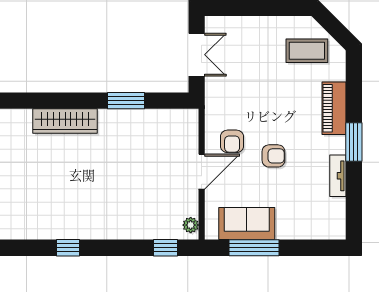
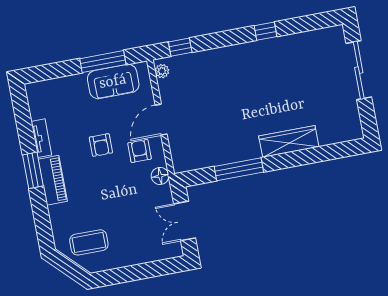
window: (126, 101) -> (239, 169), width x1.44
piano: (334, 108) -> (53, 180), moved
floor lamp: (214, 110) -> (160, 176), added
armchair: (273, 156) -> (101, 145), turned -90

